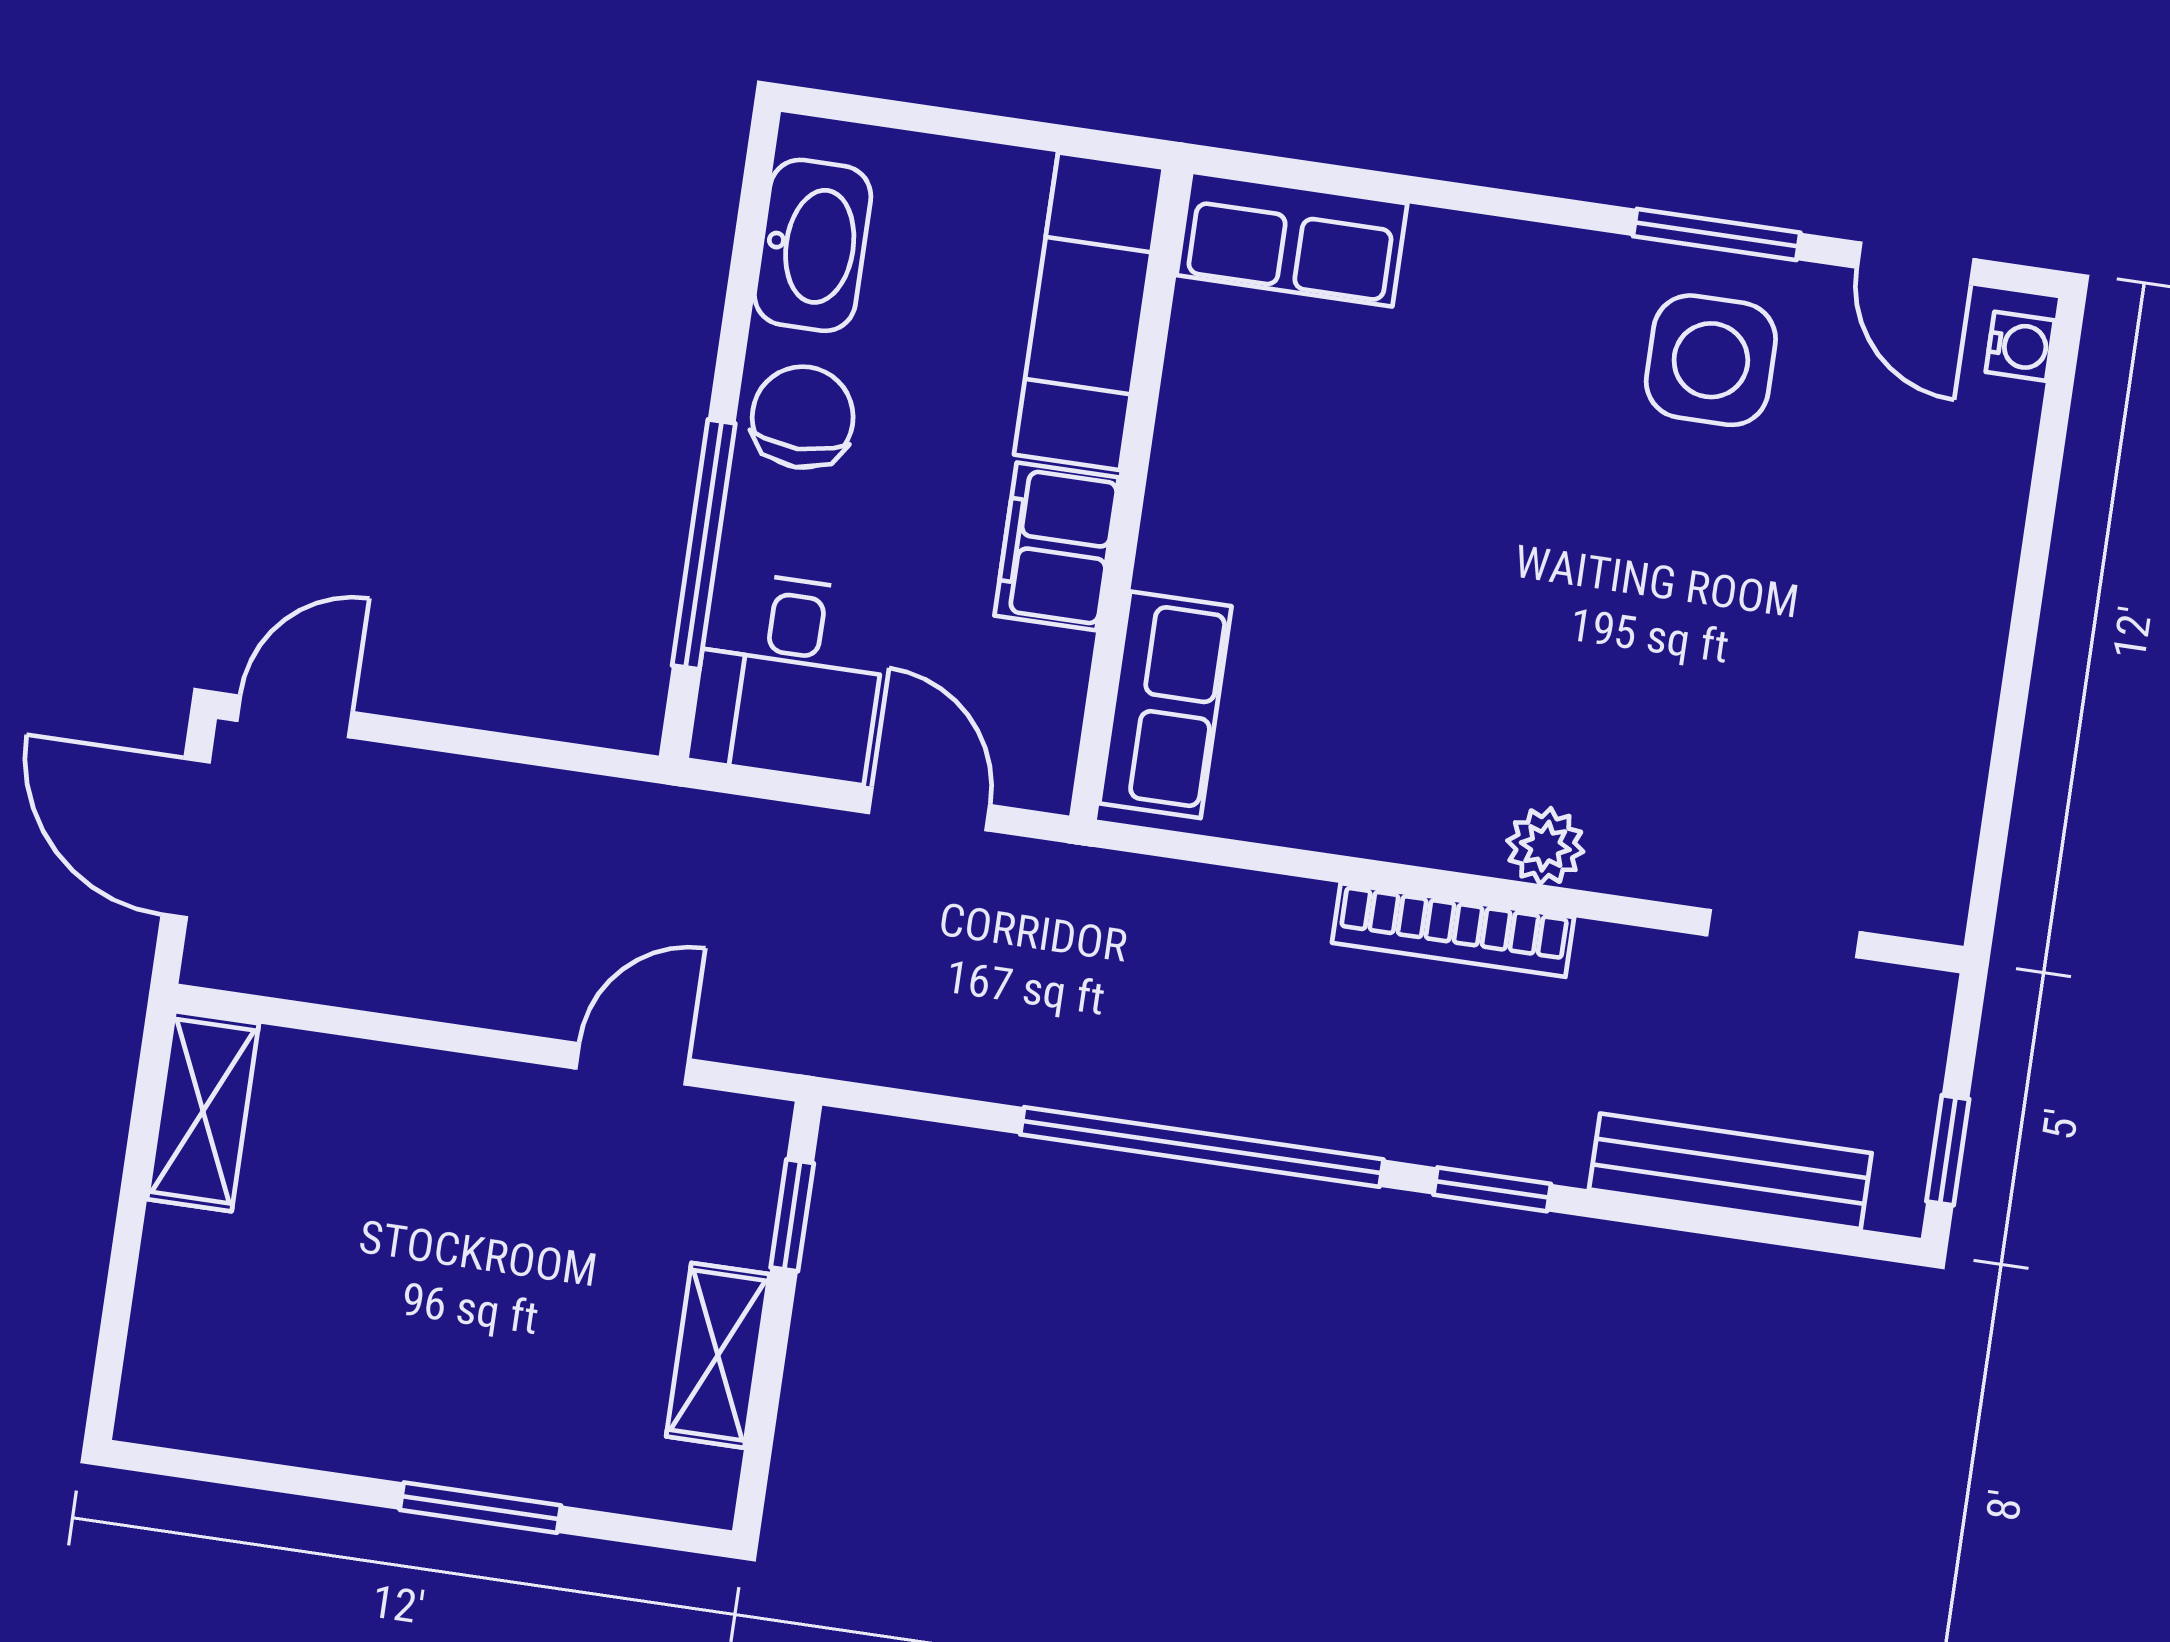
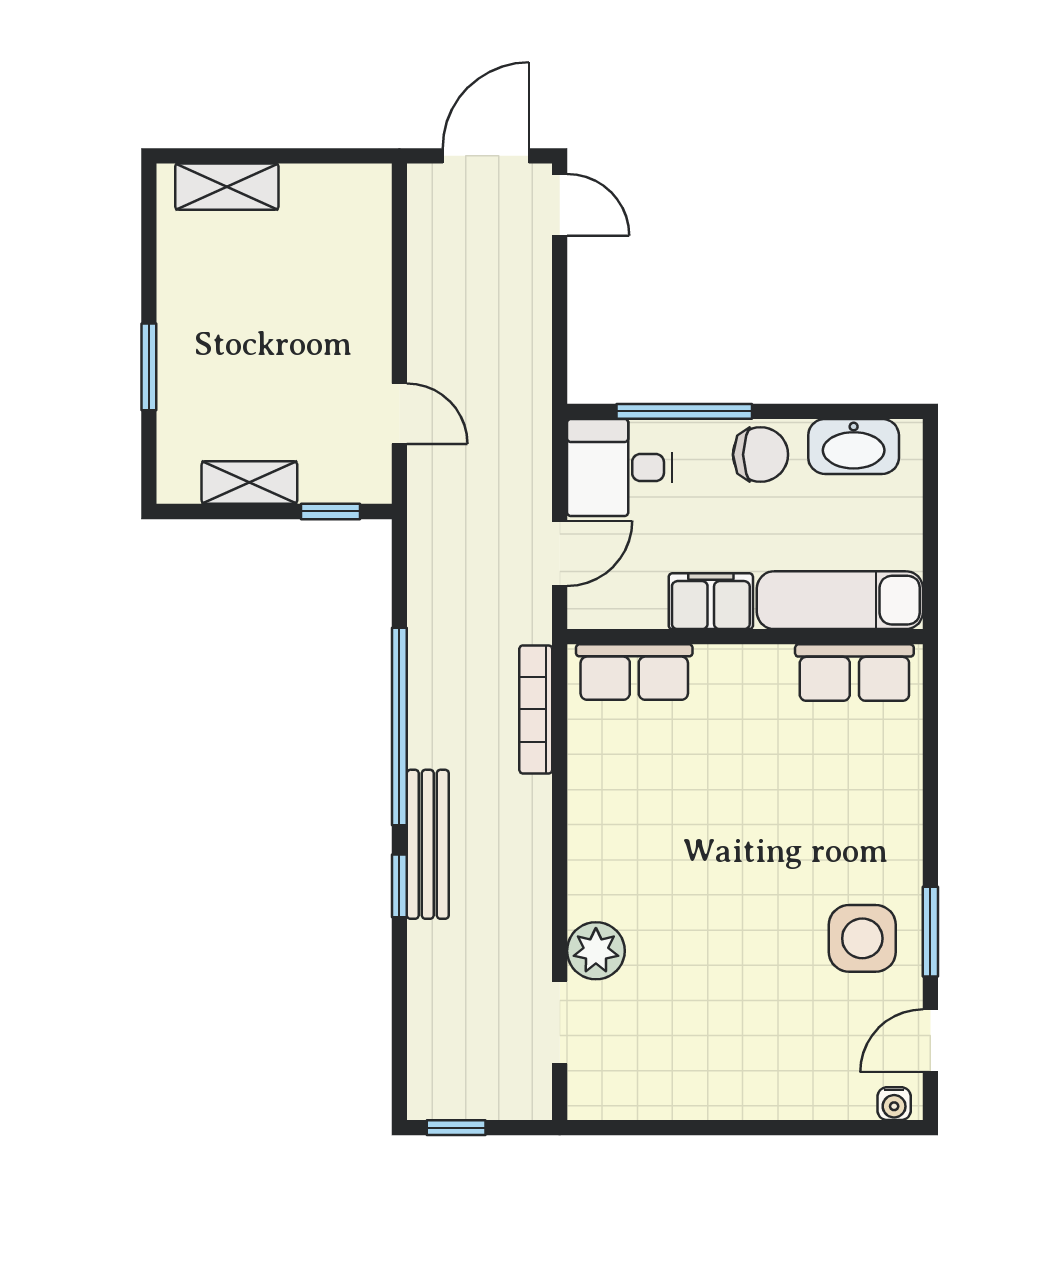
row of seats: (1292, 239) -> (854, 673), moved, turned -90
plant: (1545, 846) -> (596, 951), moved, width x1.38, depth x1.38
bookcase: (1453, 930) -> (536, 709), moved
shelving: (203, 1111) -> (227, 187), moved
bench: (1730, 1171) -> (428, 844), moved

